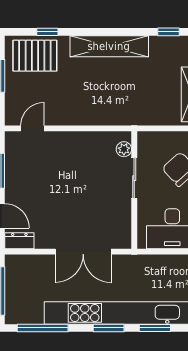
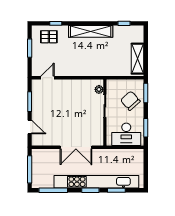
pallet: (35, 56) -> (49, 37), width x0.67, depth x0.71
dresser: (19, 241) -> (40, 141), removed

